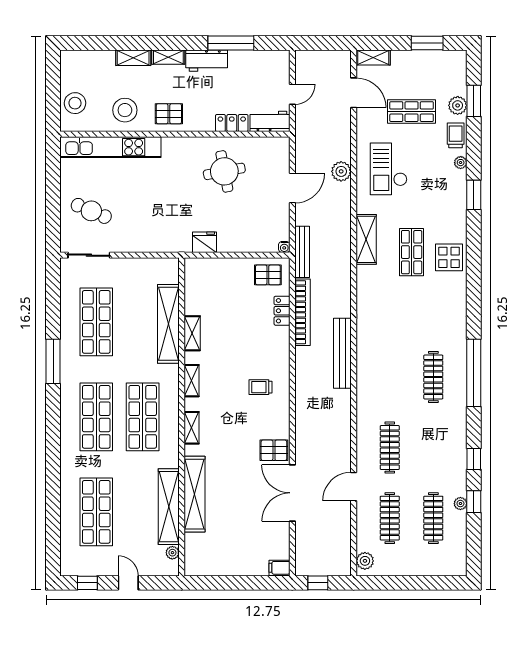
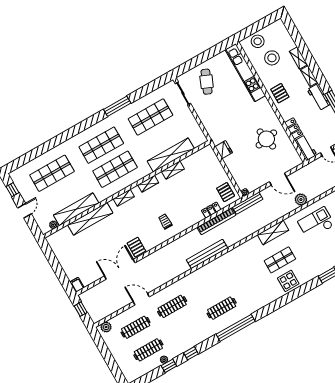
stool: (125, 110) -> (272, 58), moved

